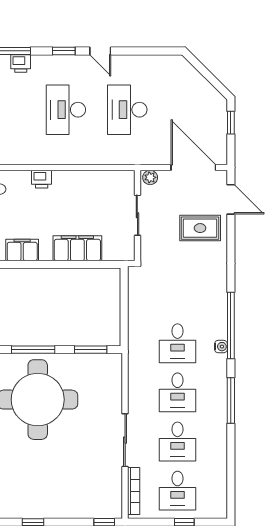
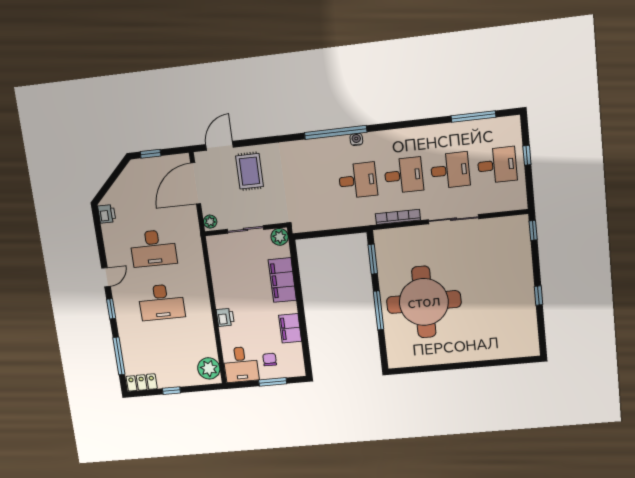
printer: (21, 63) -> (107, 214), moved
plant: (125, 251) -> (280, 237), added
window: (231, 400) -> (473, 116), moved
bookcase: (134, 491) -> (398, 217), moved

